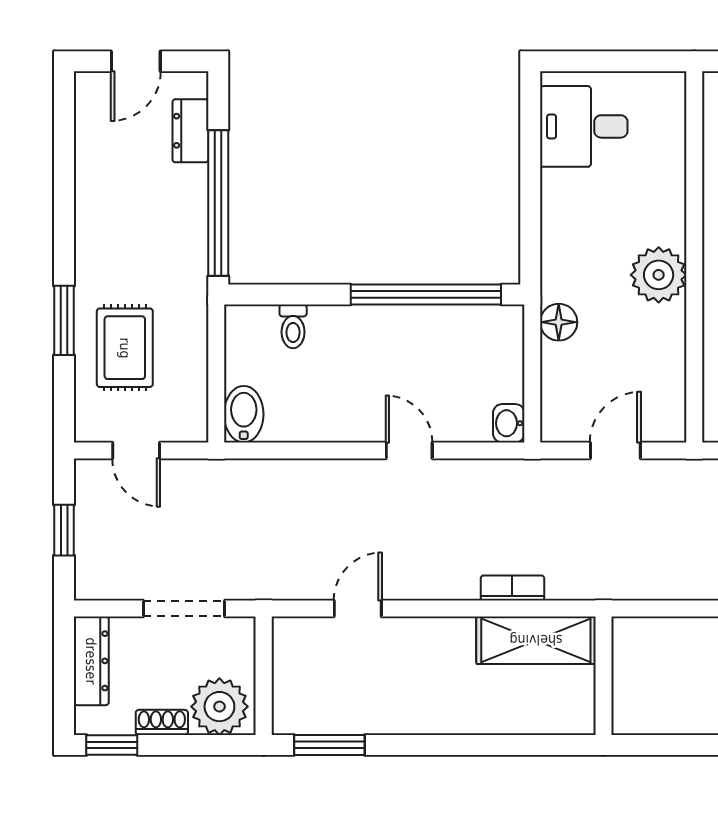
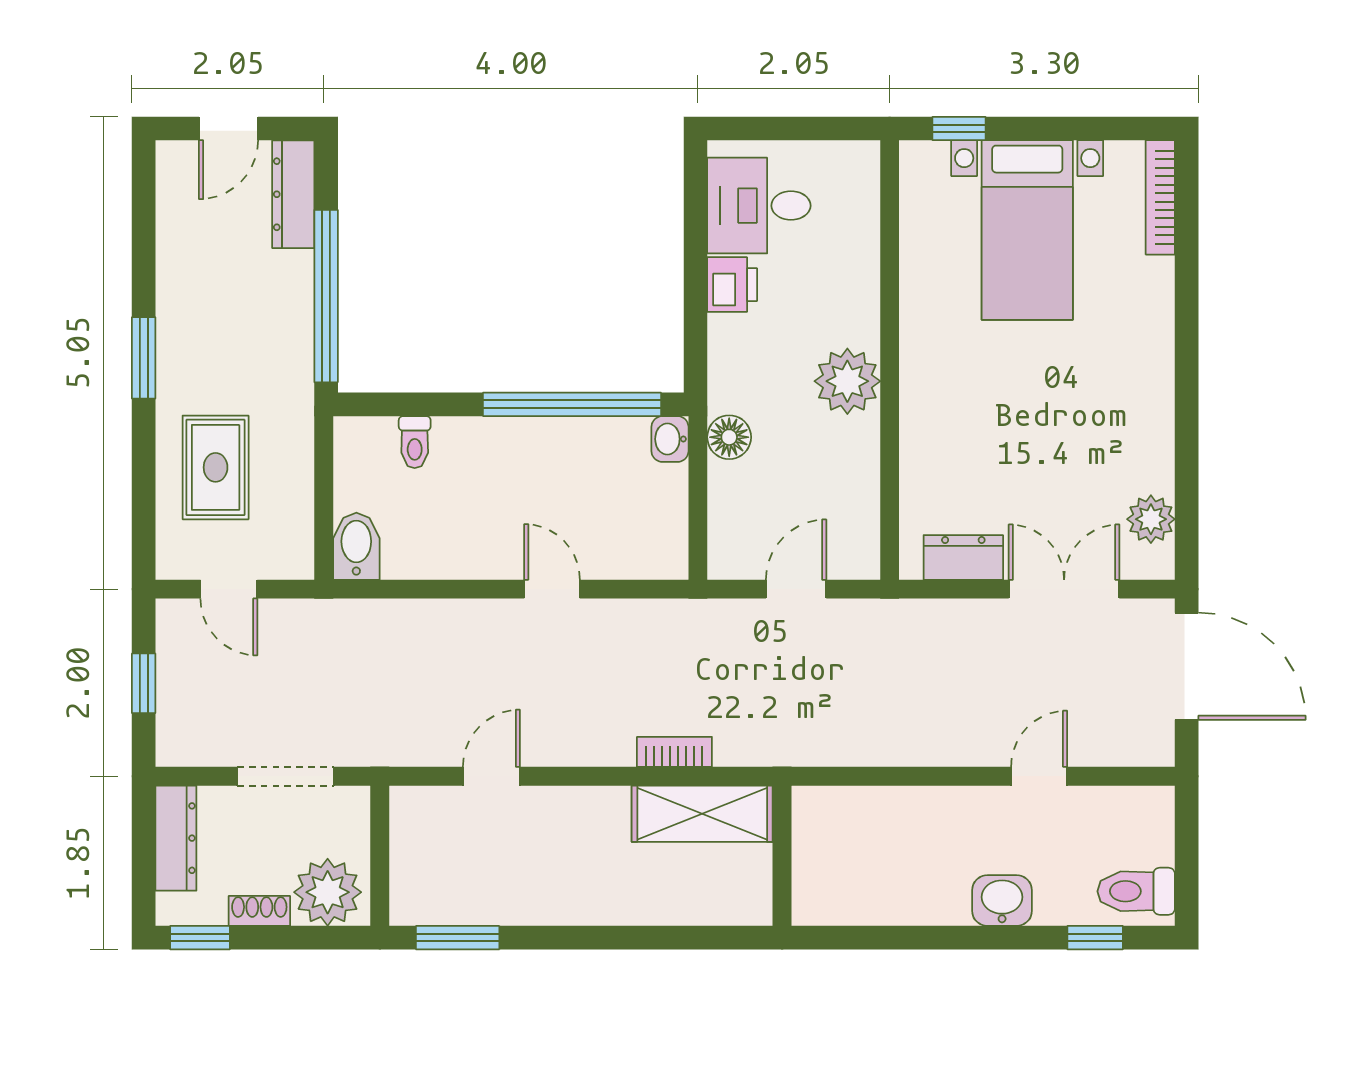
dresser: (190, 131) -> (293, 194), width x1.44
printer: (561, 193) -> (732, 285), added
window: (64, 320) -> (144, 358), moved
washbasin: (509, 423) -> (670, 439), moved

